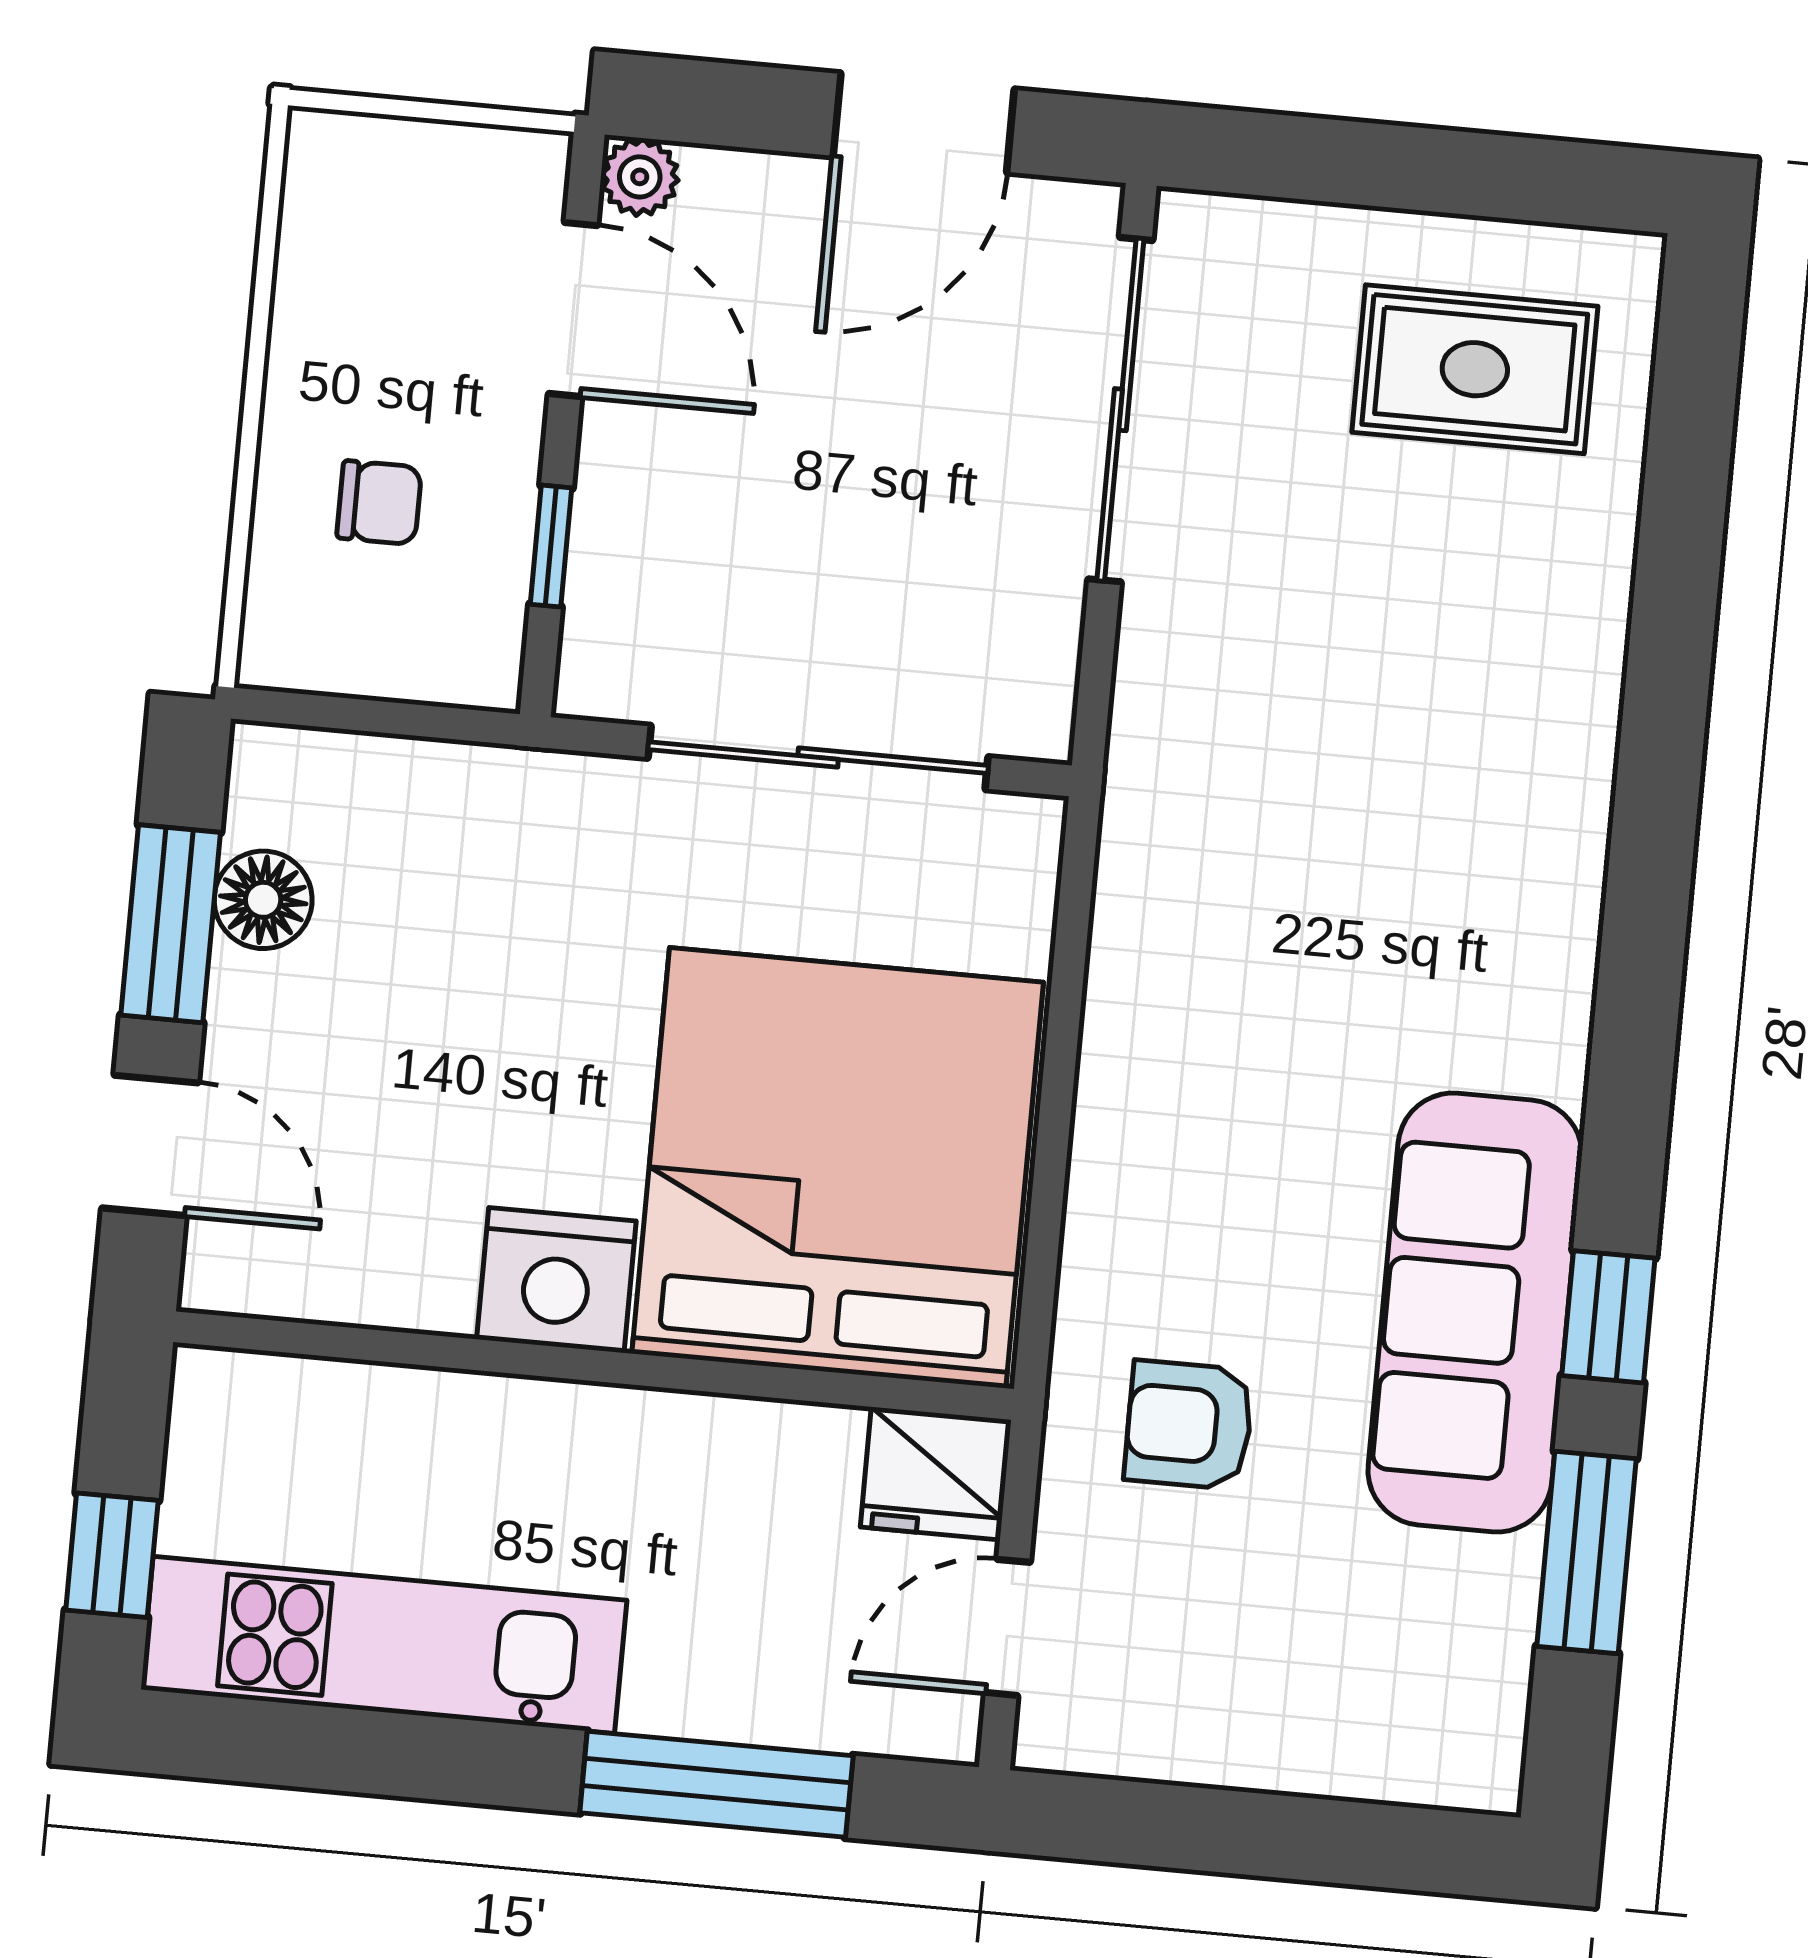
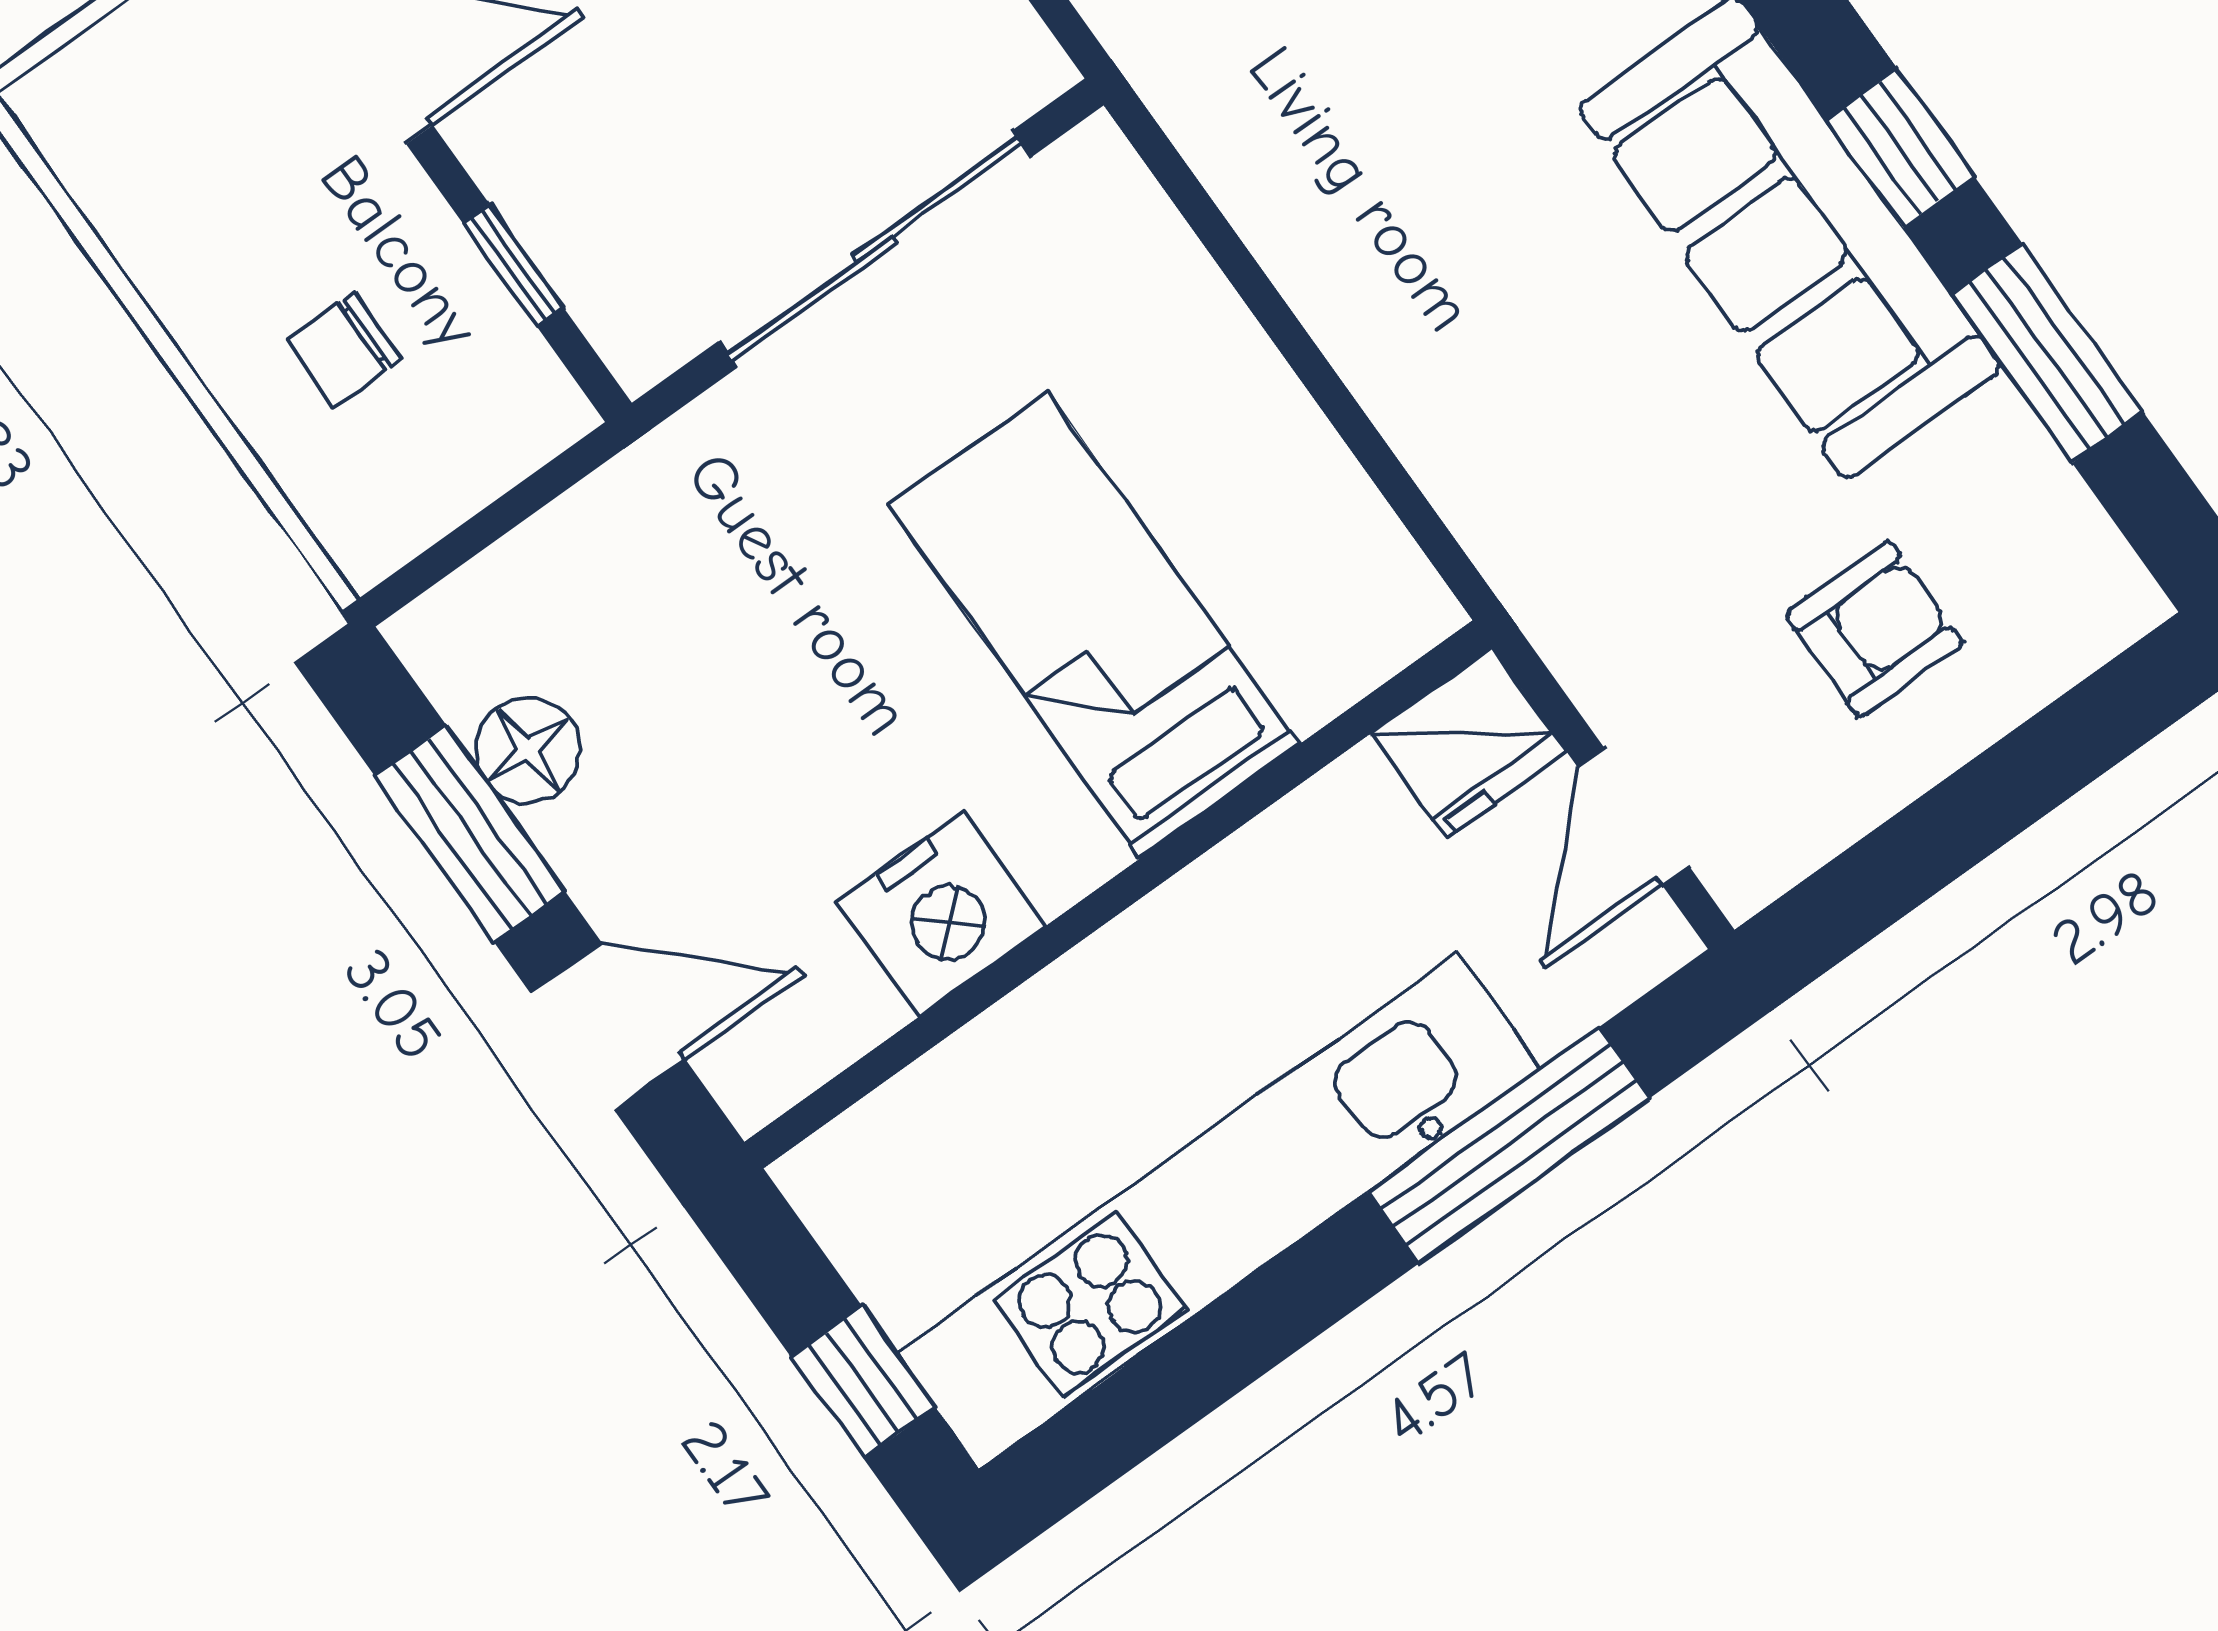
chair: (379, 503) -> (344, 350), turned 180
bed: (838, 1168) -> (1094, 625), width x0.49
nightstand: (556, 1280) -> (942, 914), moved
armchair: (1189, 1425) -> (1874, 629), moved, turned 180
kitchen unit: (384, 1645) -> (1219, 1212), width x1.36

